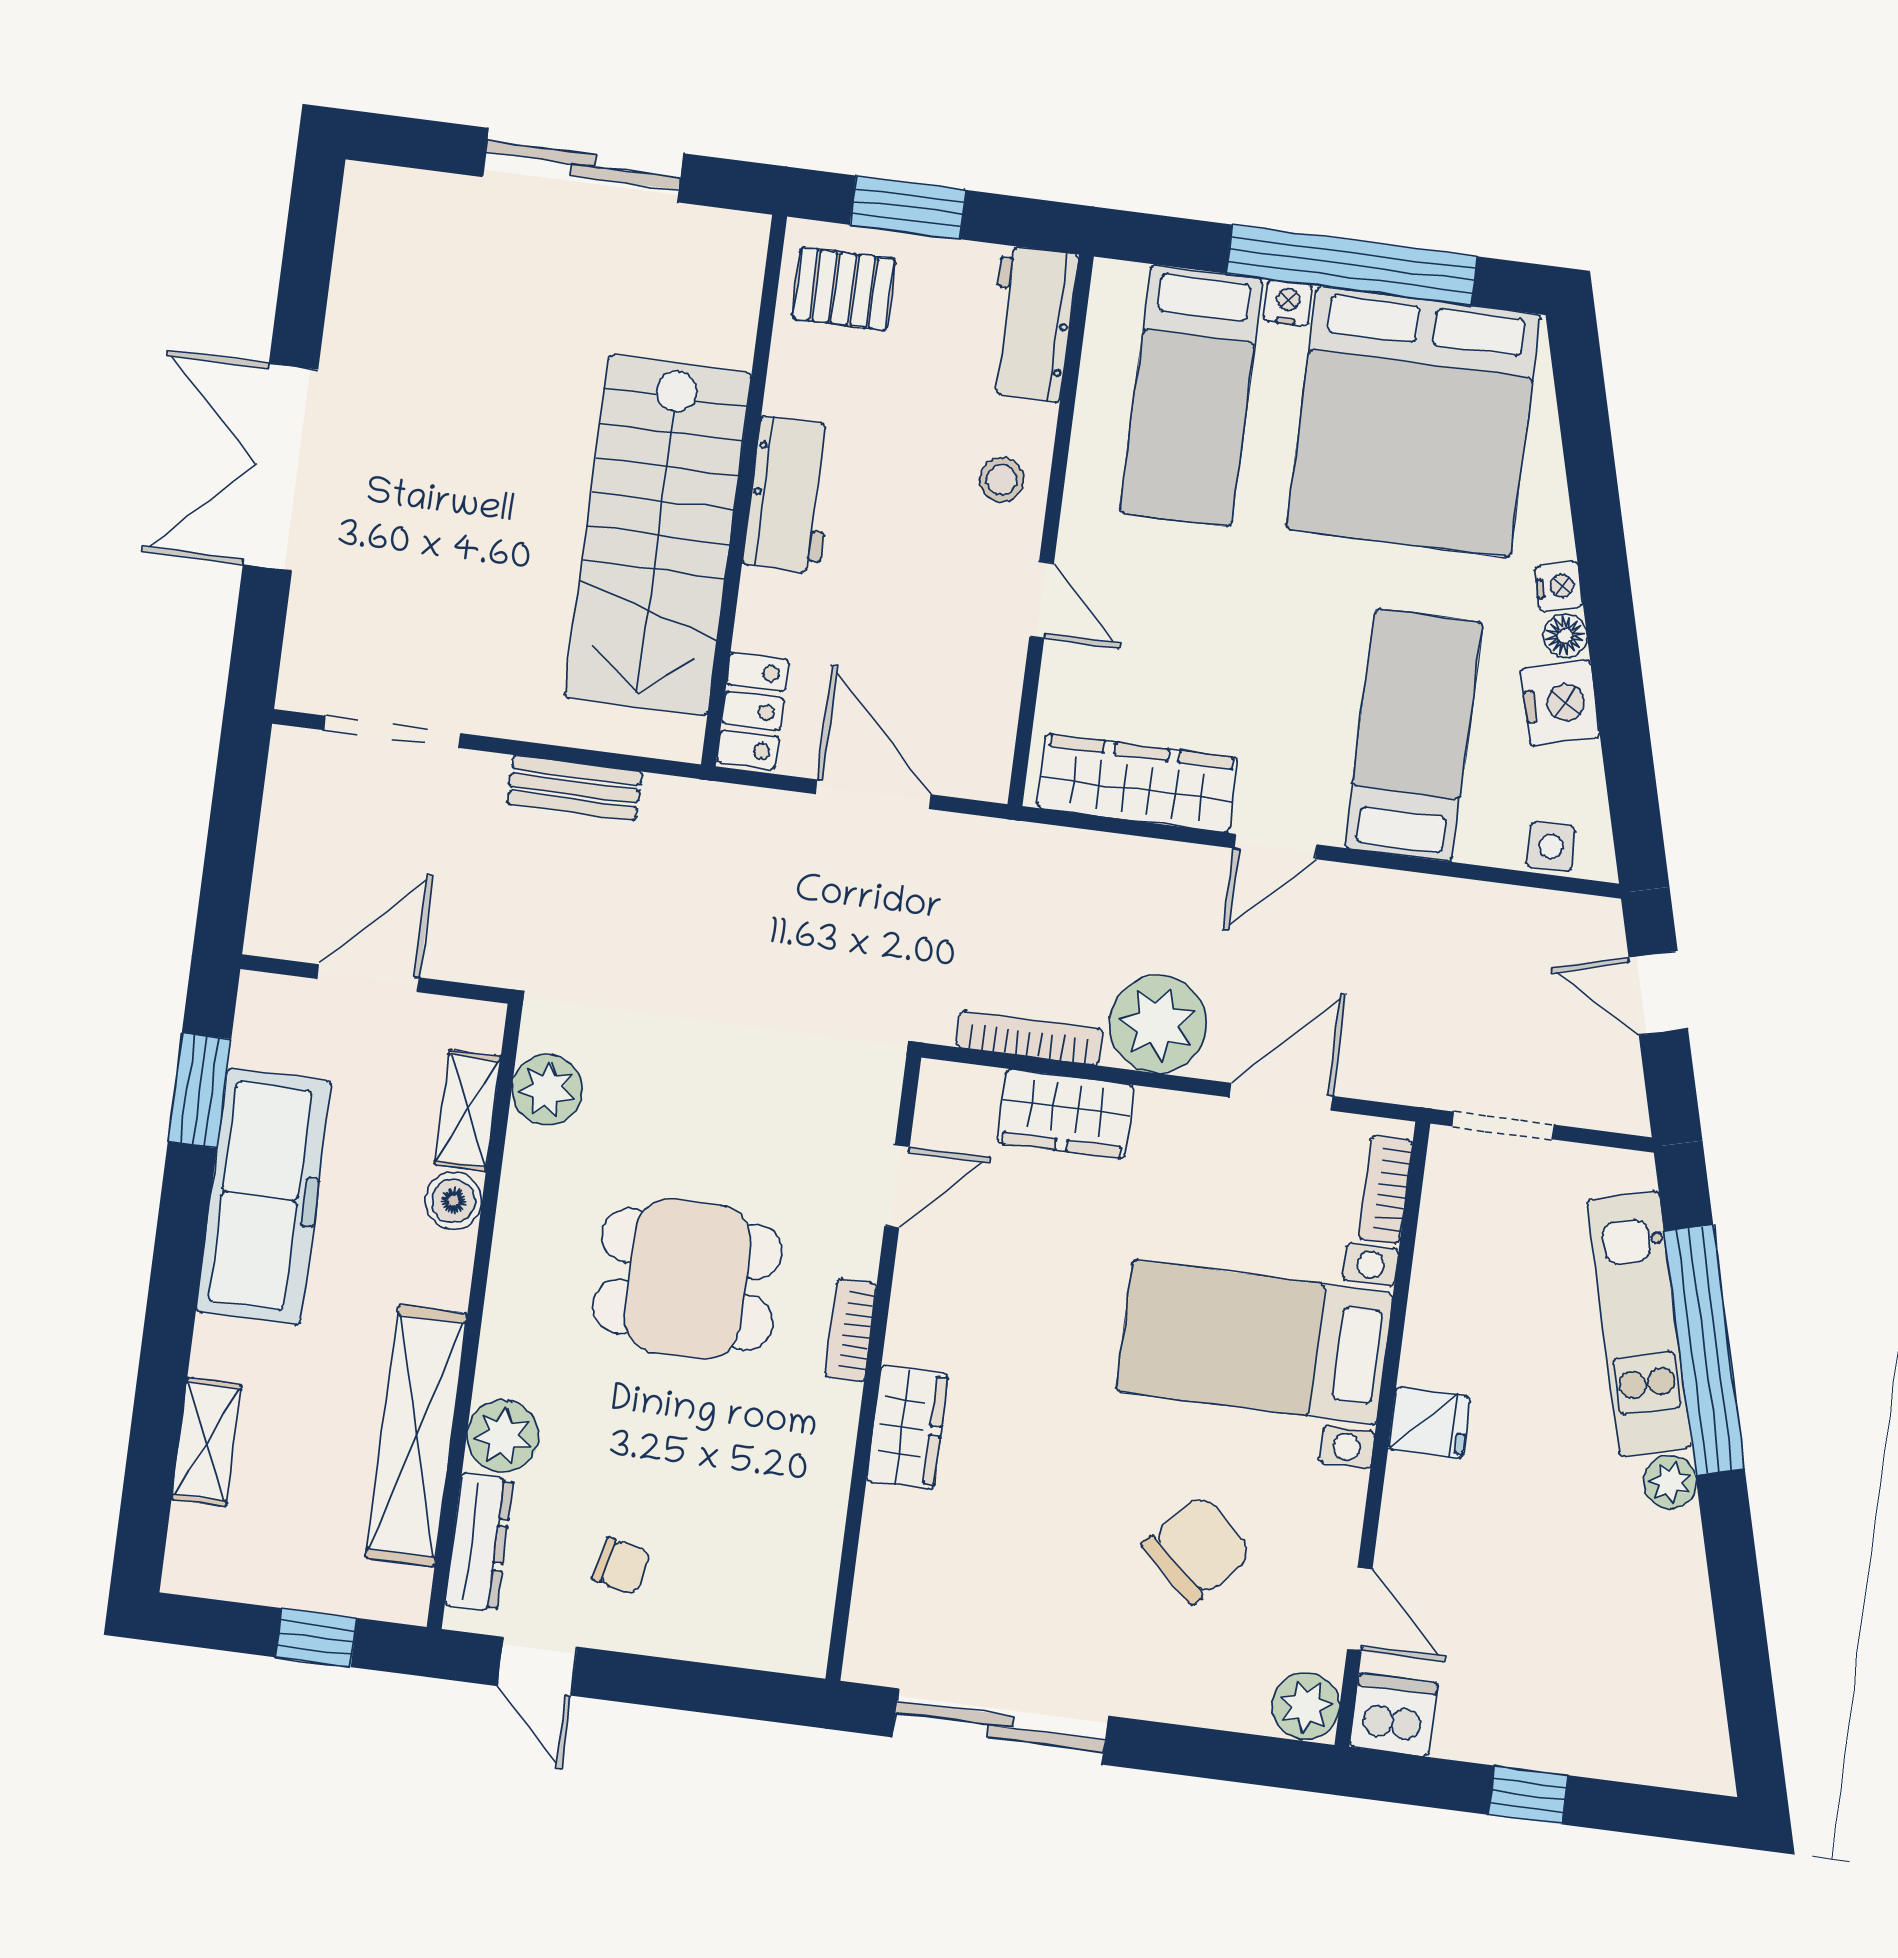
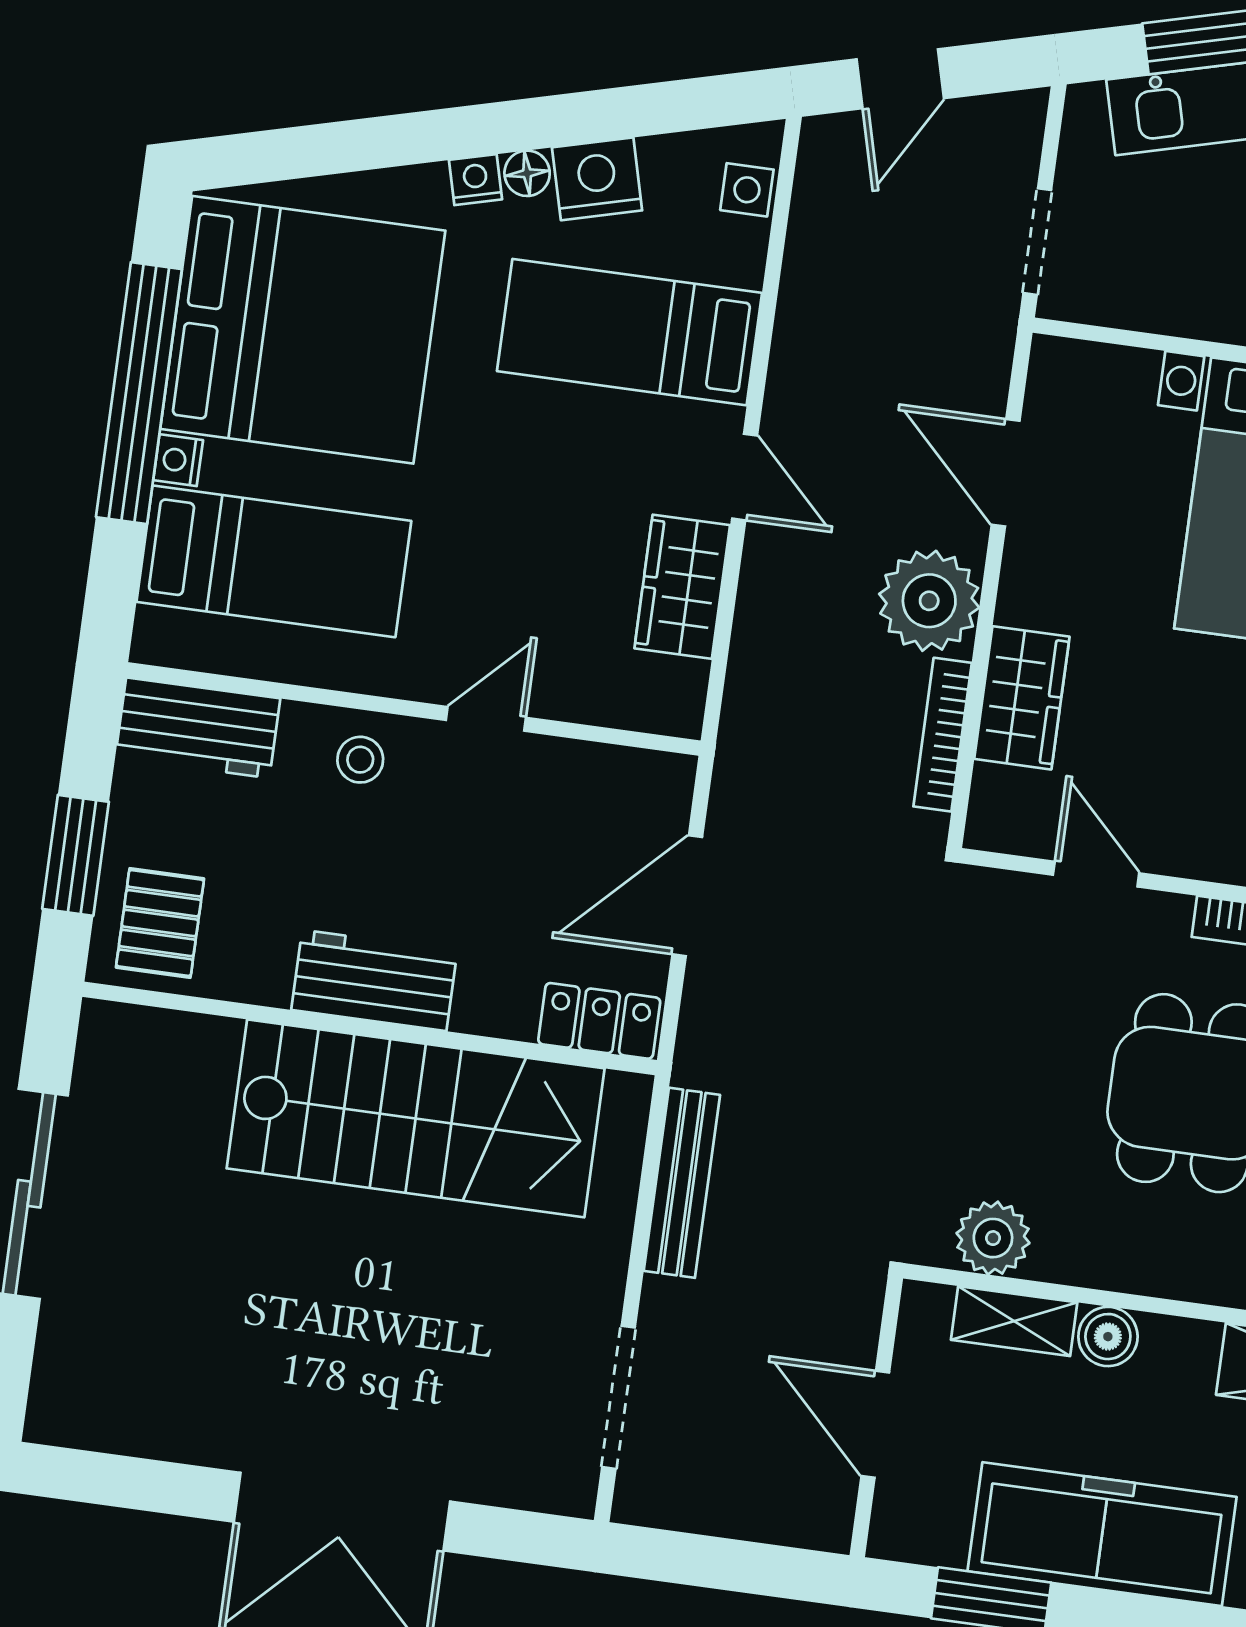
wardrobe: (1138, 783) -> (682, 587), width x0.67
bench: (575, 788) -> (682, 1183), width x1.36
bookcase: (1386, 1190) -> (1103, 365), removed

